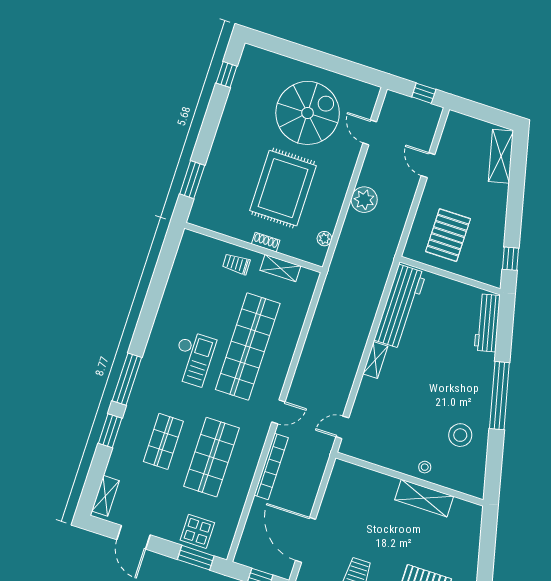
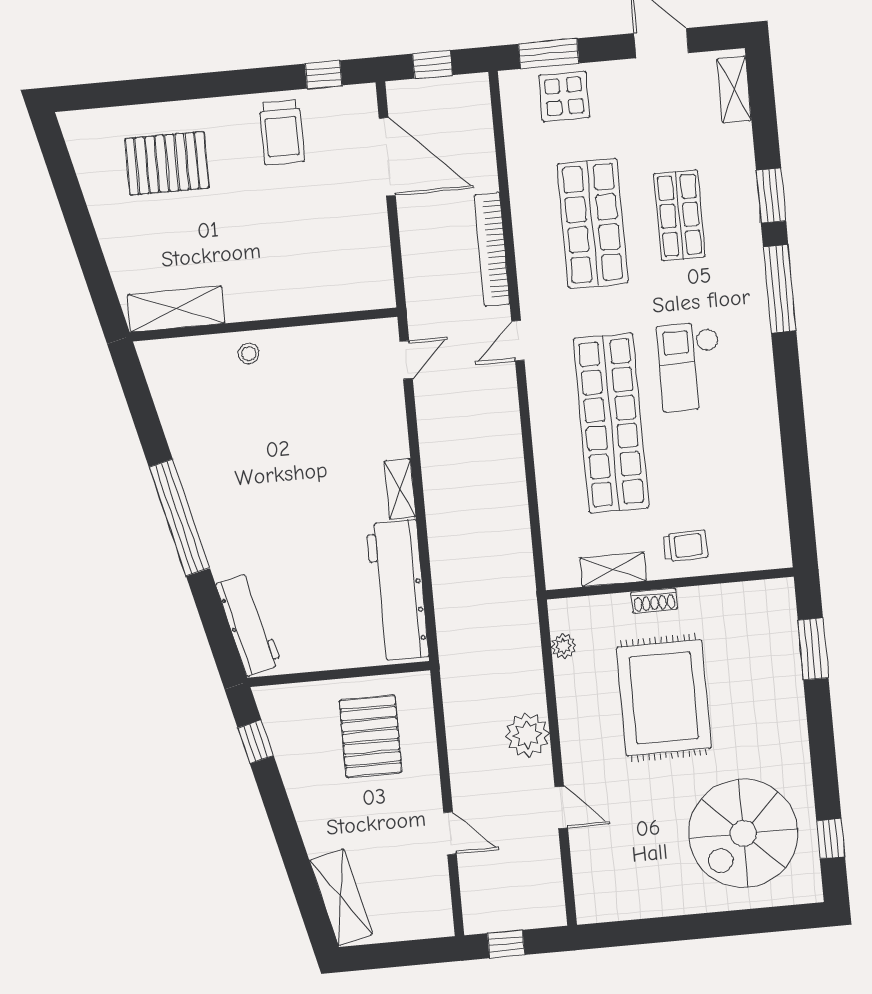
spiral stairs: (308, 113) -> (743, 833), moved
door: (370, 132) -> (561, 807), moved
stool: (460, 435) -> (214, 428), removed
shelving: (424, 498) -> (176, 309), moved

